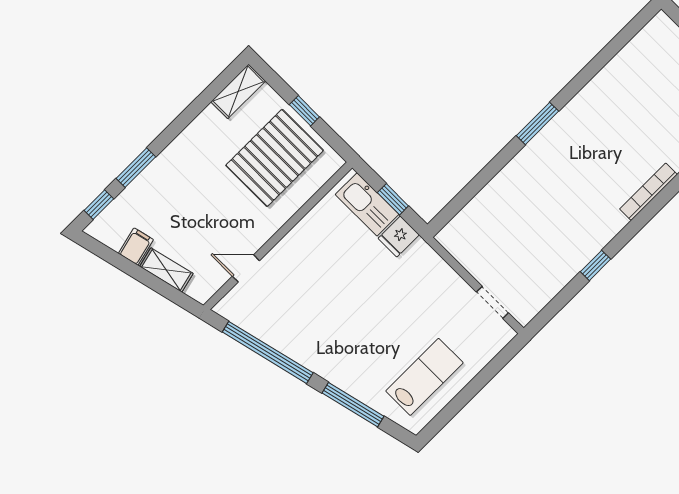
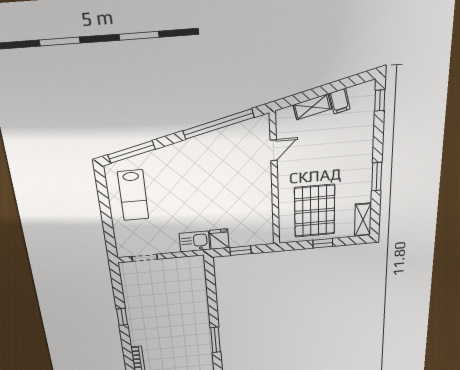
window: (136, 168) -> (377, 177), moved
kitchen sink: (367, 204) -> (195, 242), moved, width x0.73
window: (353, 405) -> (131, 152), moved

